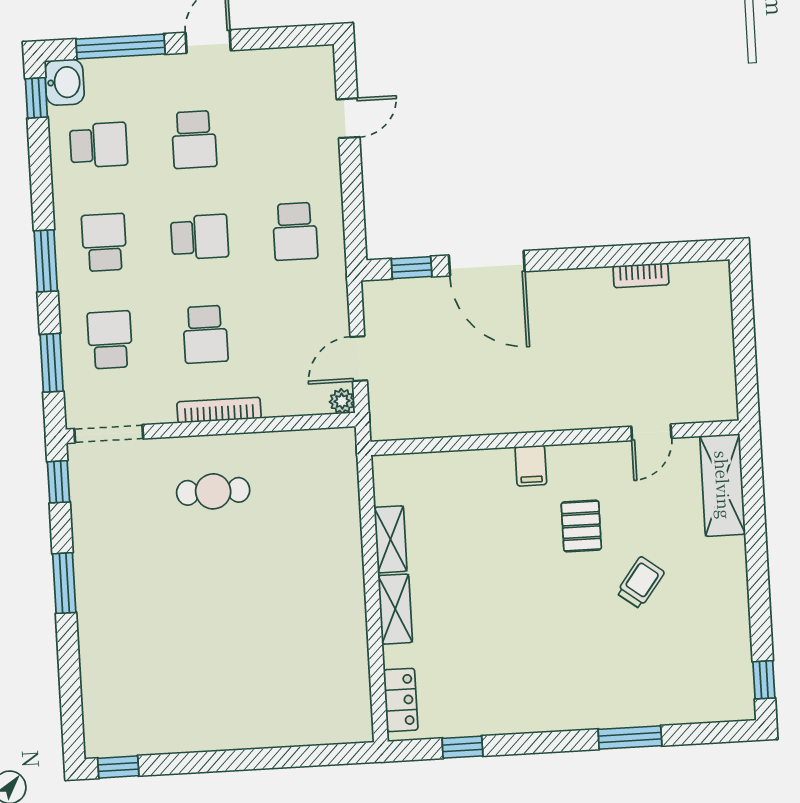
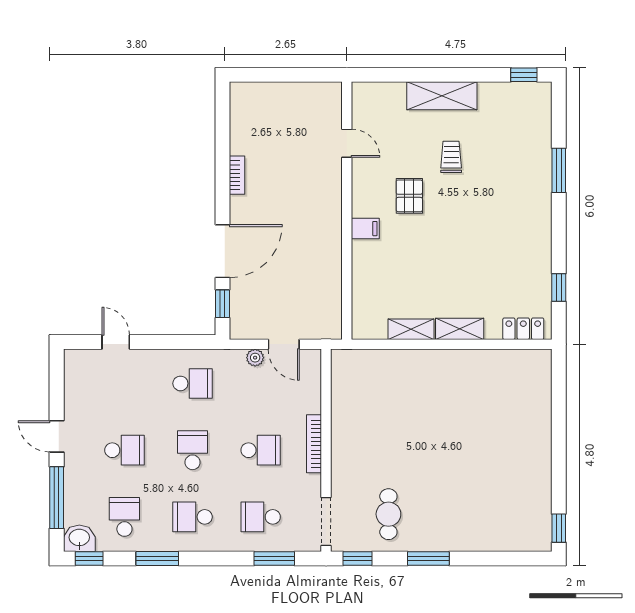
window: (46, 261) -> (157, 558), moved
bookcase: (641, 275) -> (237, 175), moved
plant: (342, 401) -> (255, 358), moved
shelving: (723, 485) -> (442, 96), moved
cafe table: (213, 491) -> (388, 514), moved
pallet: (581, 526) -> (409, 196), turned 90
trolley: (640, 583) -> (451, 157), turned 53

